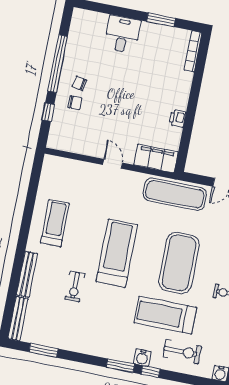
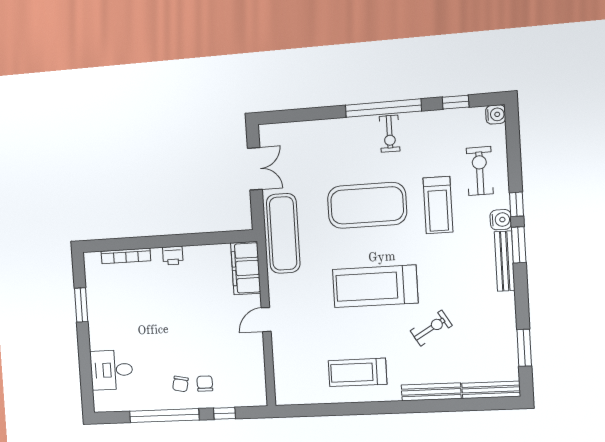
desk: (122, 34) -> (112, 370), moved
bookcase: (193, 51) -> (126, 256), moved
printer: (178, 118) -> (173, 256), moved
exercise bike: (75, 287) -> (431, 328), turned -31
treadmill: (165, 315) -> (438, 205), width x0.73, depth x0.73
bench: (111, 353) -> (505, 261), added

